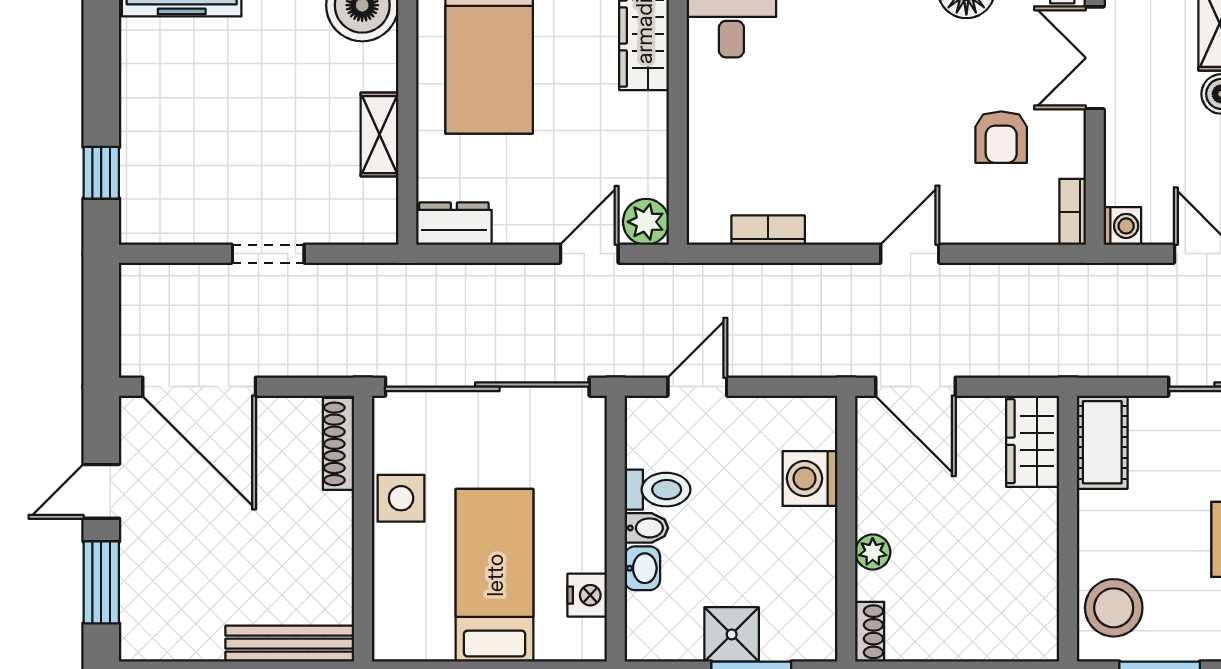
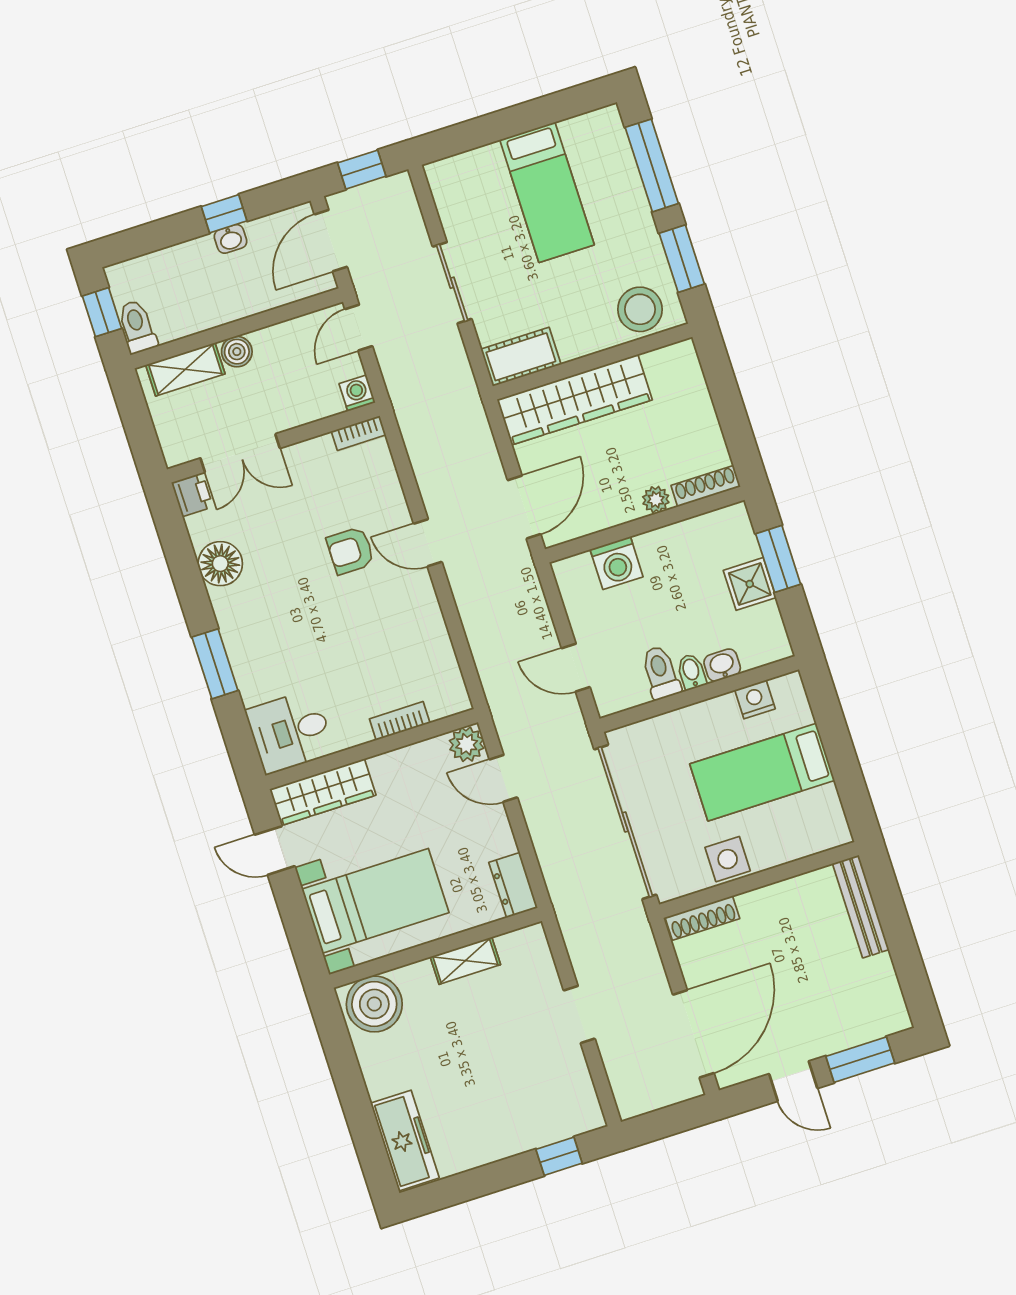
armchair: (1001, 137) -> (350, 551), moved, turned 180
bookcase: (768, 230) -> (400, 721), moved, turned 90
wardrobe: (1033, 441) -> (575, 400), width x2.10, depth x1.17
shoe rack: (870, 632) -> (706, 486), width x1.43

